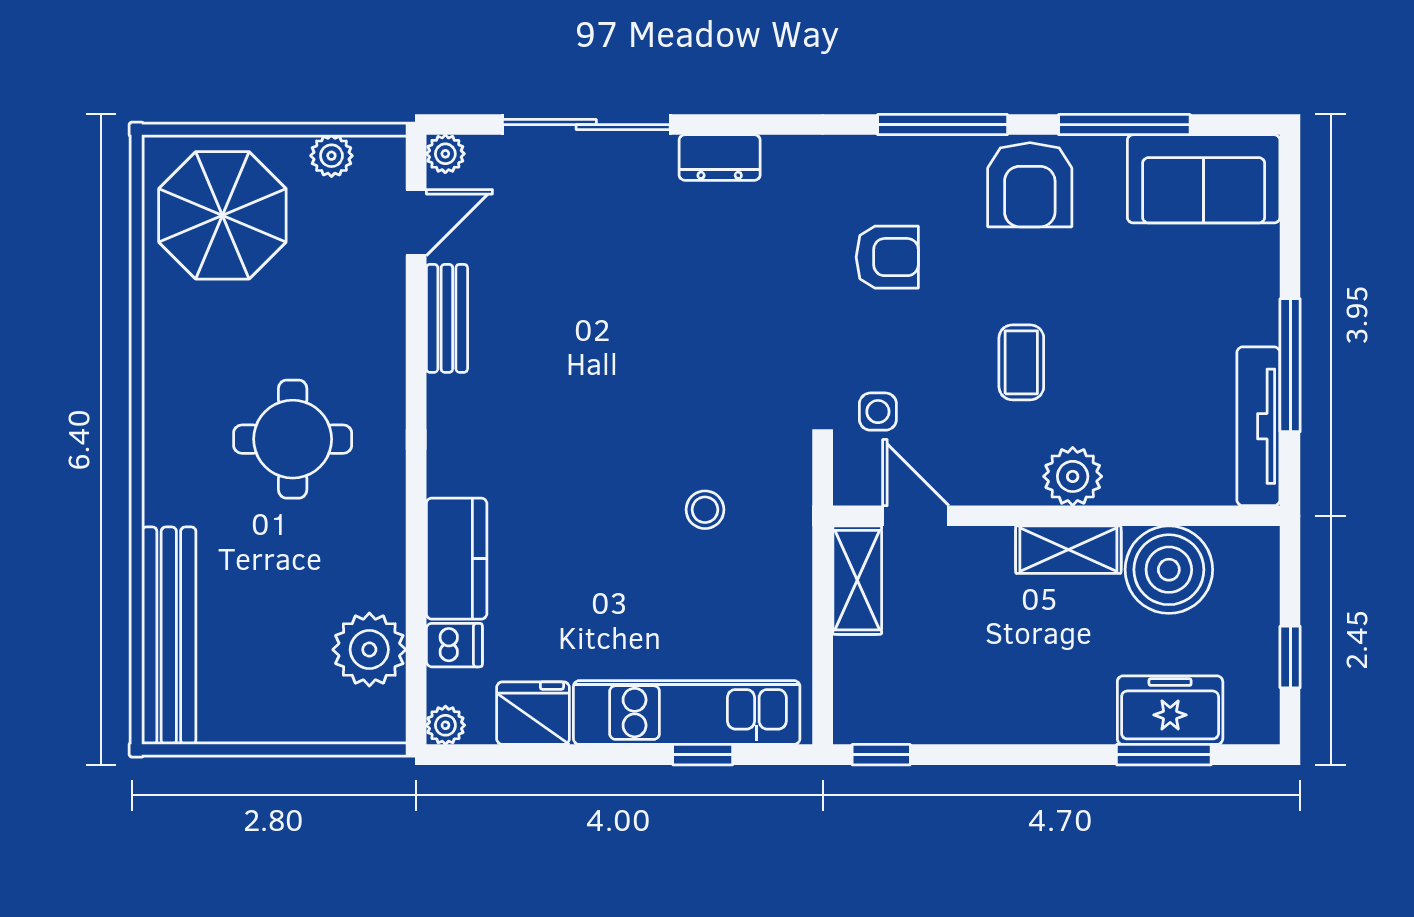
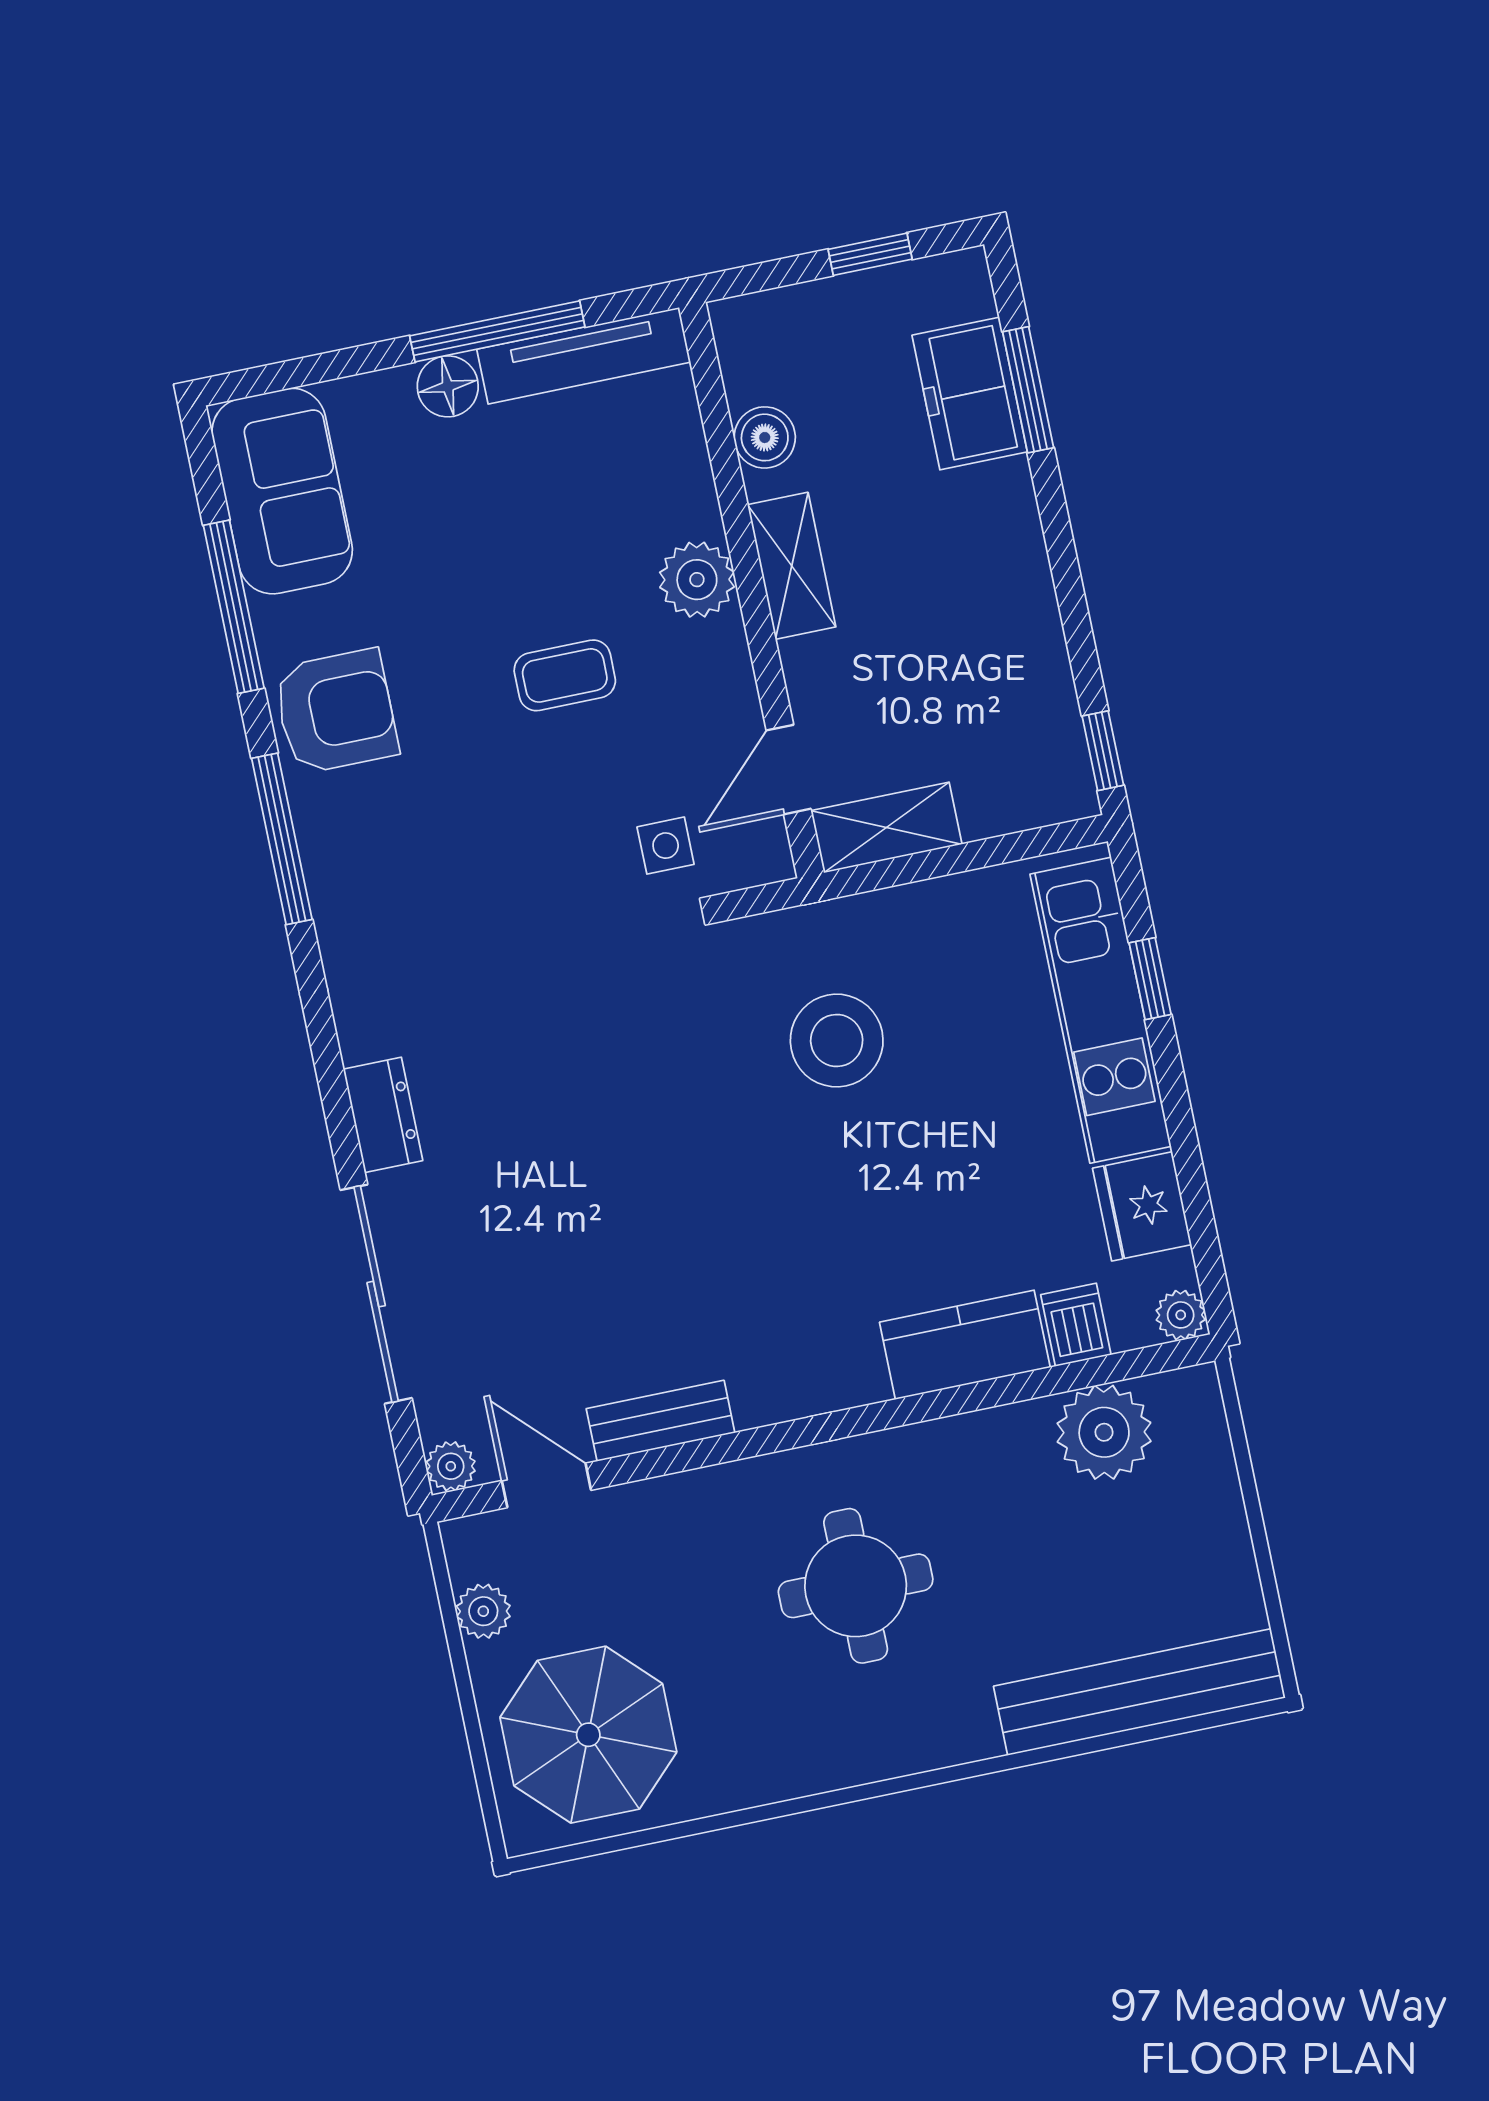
armchair: (887, 257) -> (466, 874), removed
floor lamp: (1257, 319) -> (448, 386), added
stool: (705, 510) -> (837, 1041), width x1.89, depth x1.89
boiler: (1169, 570) -> (765, 437), width x0.54, depth x0.54

